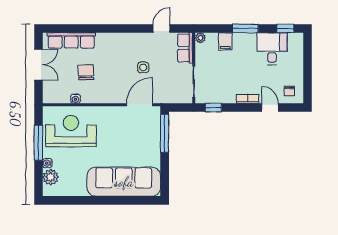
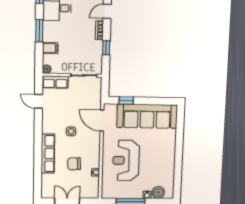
row of seats: (71, 40) -> (48, 154), moved
side table: (143, 67) -> (71, 131), moved
window: (213, 107) -> (106, 48), moved
reception desk: (71, 131) -> (126, 160), moved
window: (165, 133) -> (126, 100), width x0.46
sofa: (124, 182) -> (147, 116), moved, turned -90

